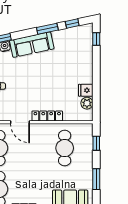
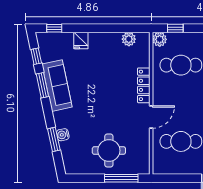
sofa: (32, 45) -> (57, 86), moved
fridge: (86, 90) -> (81, 41), moved
plant: (87, 130) -> (160, 39), added

